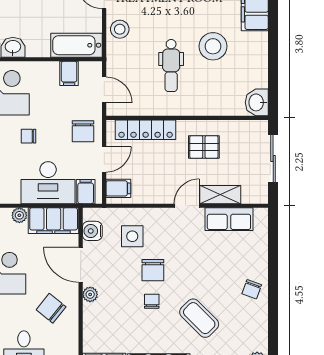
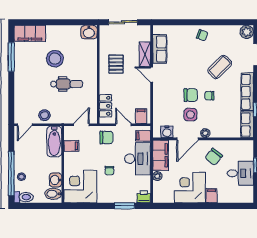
locker: (146, 130) -> (105, 106), width x0.66
side table: (132, 236) -> (190, 115), moved

